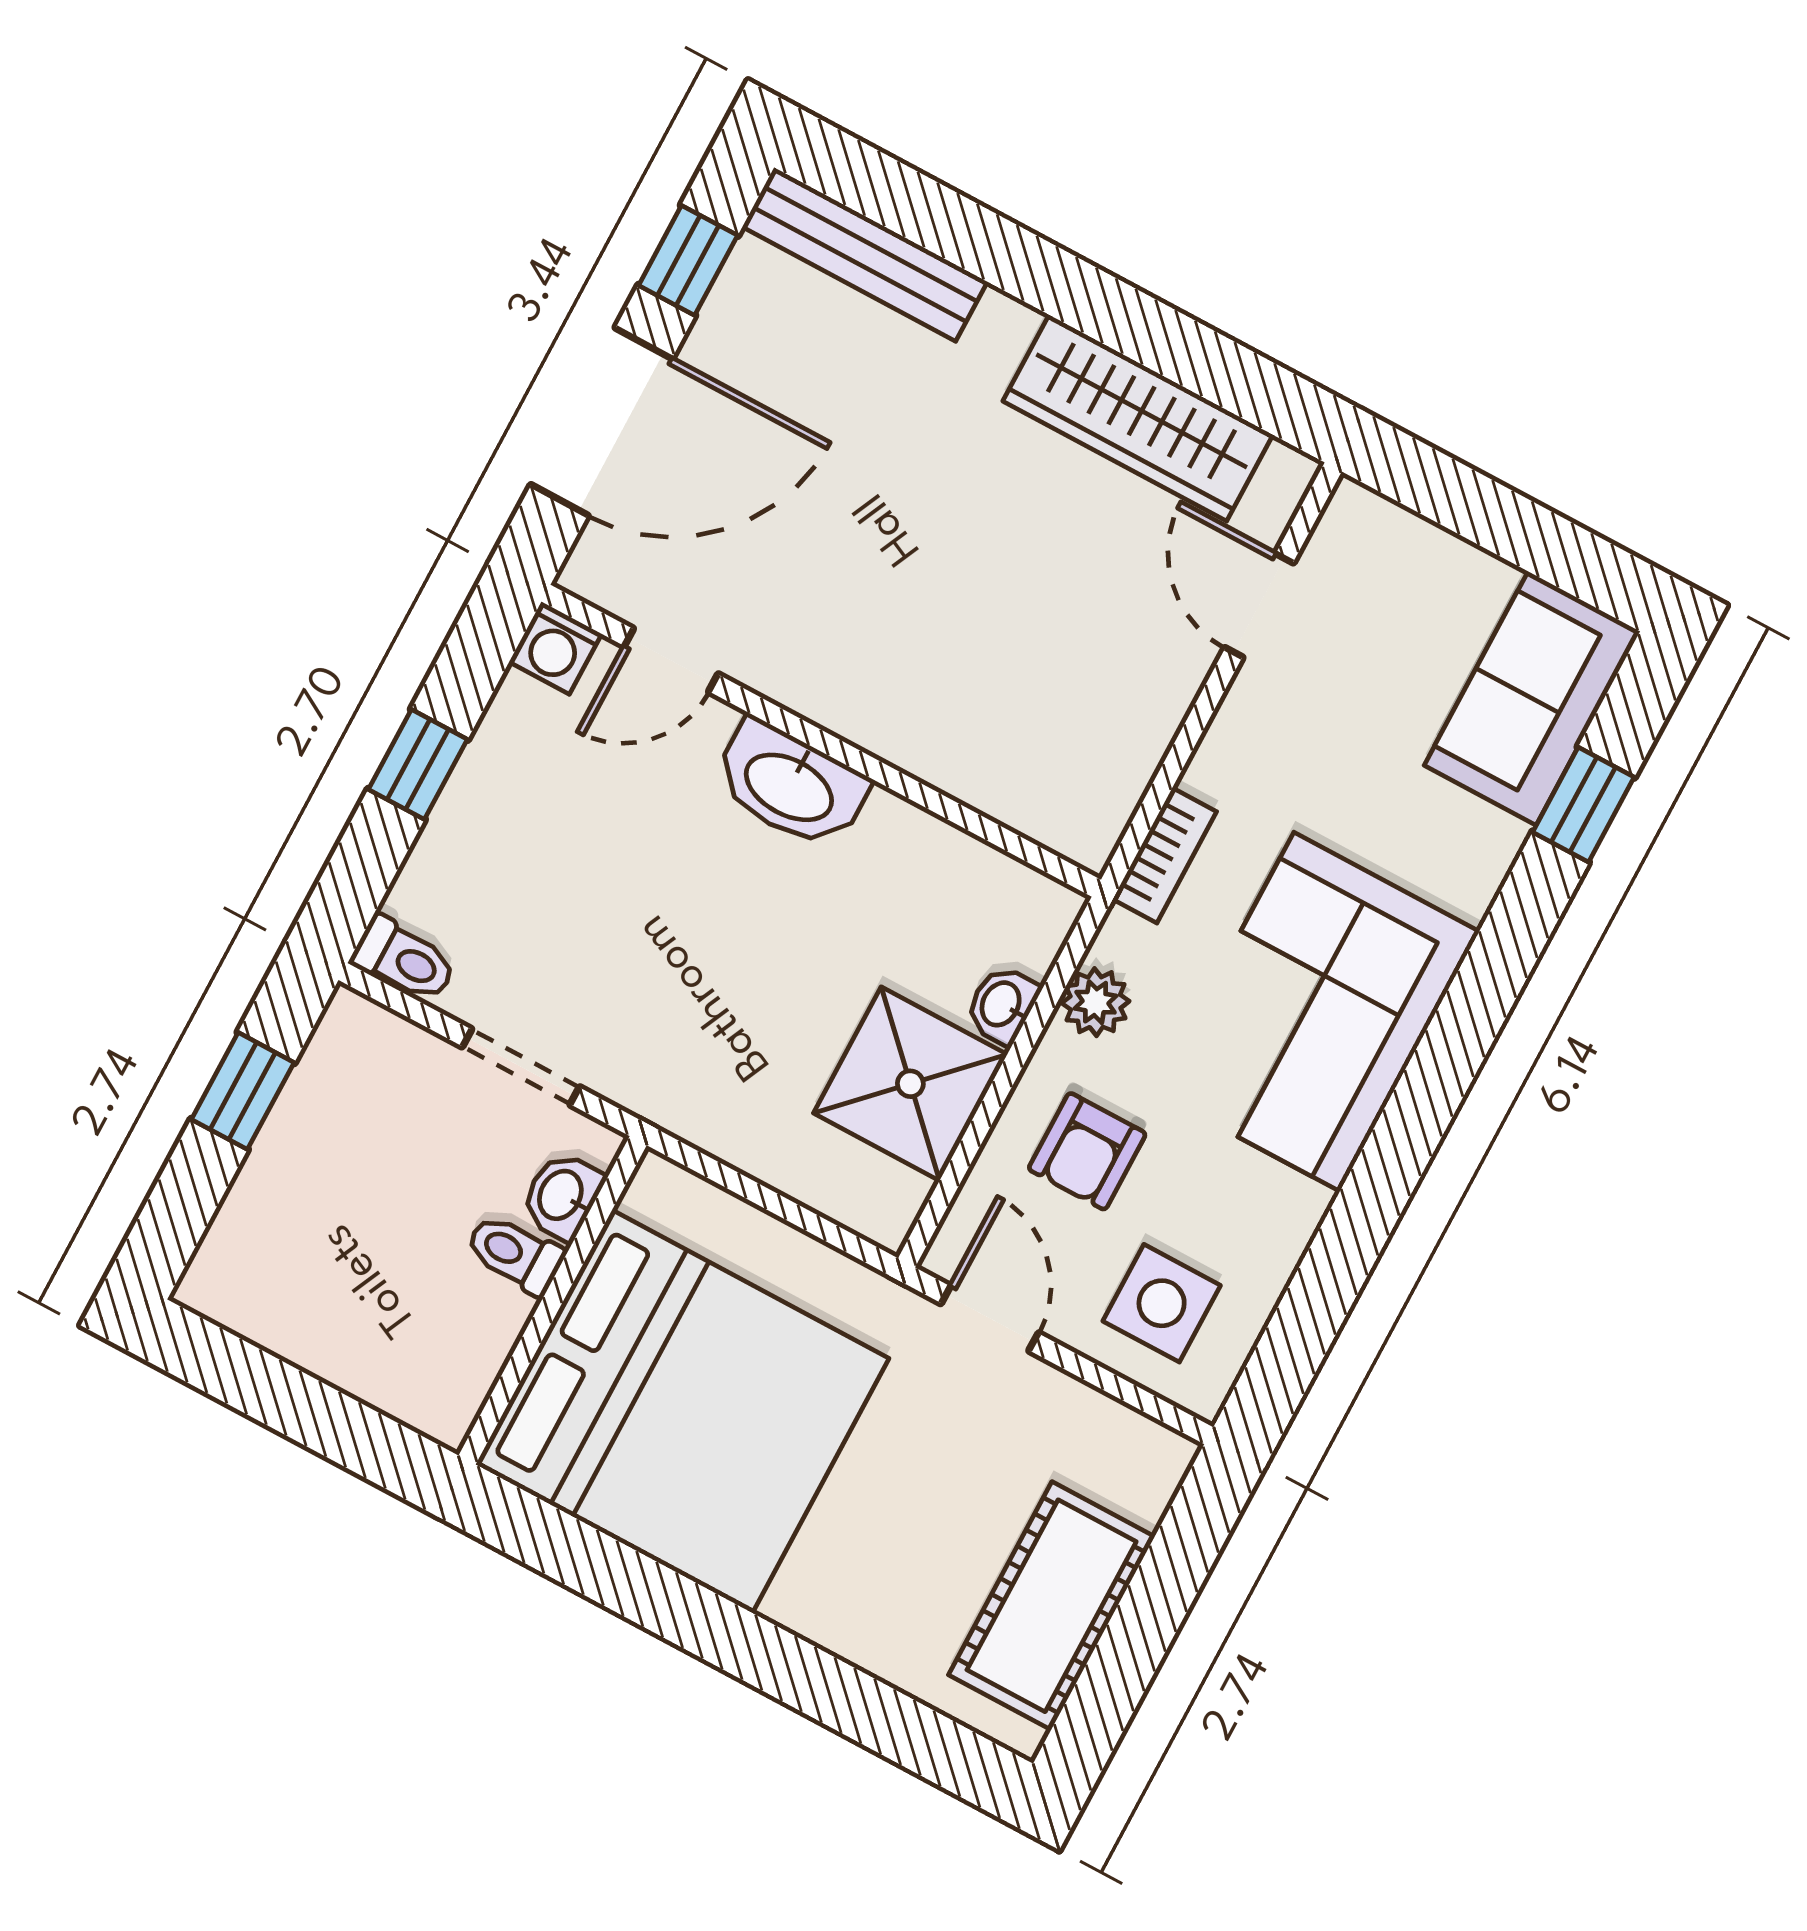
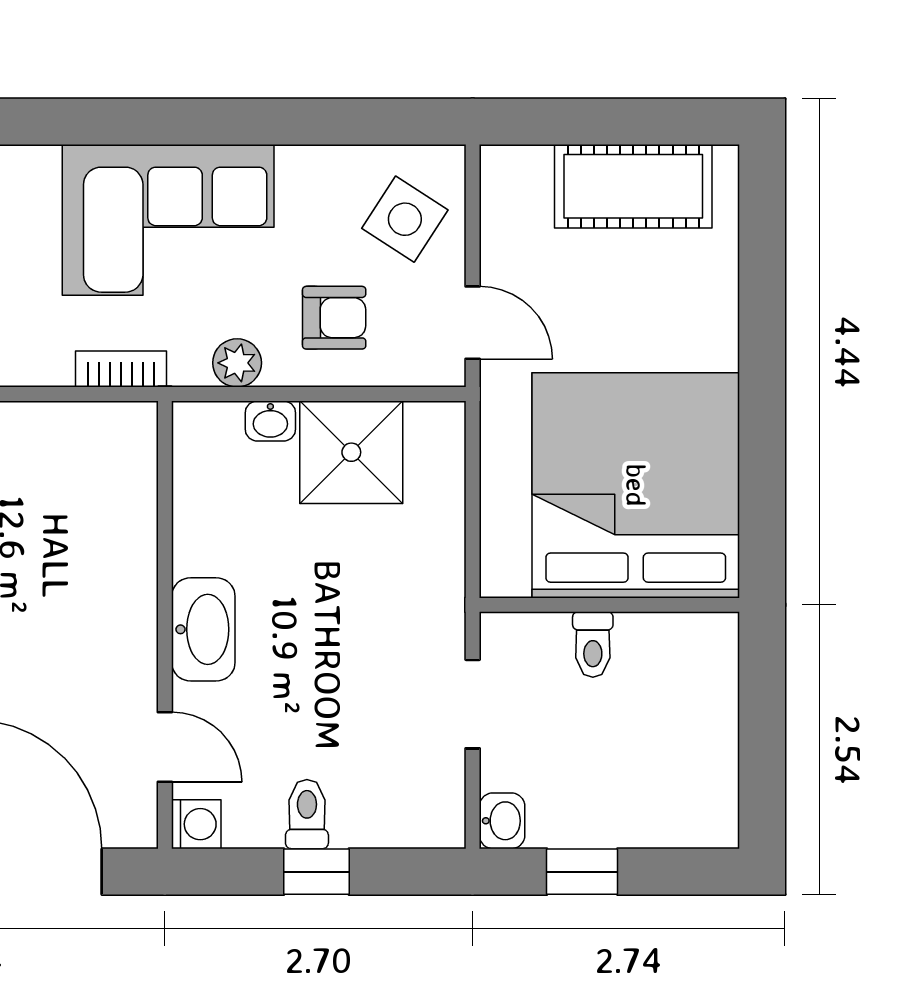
toilet: (404, 960) -> (307, 814), moved
washbasin: (562, 1196) -> (502, 821), moved, turned -90
side table: (1162, 1303) -> (405, 219), turned 33
door: (990, 1318) -> (473, 323), swing flipped

